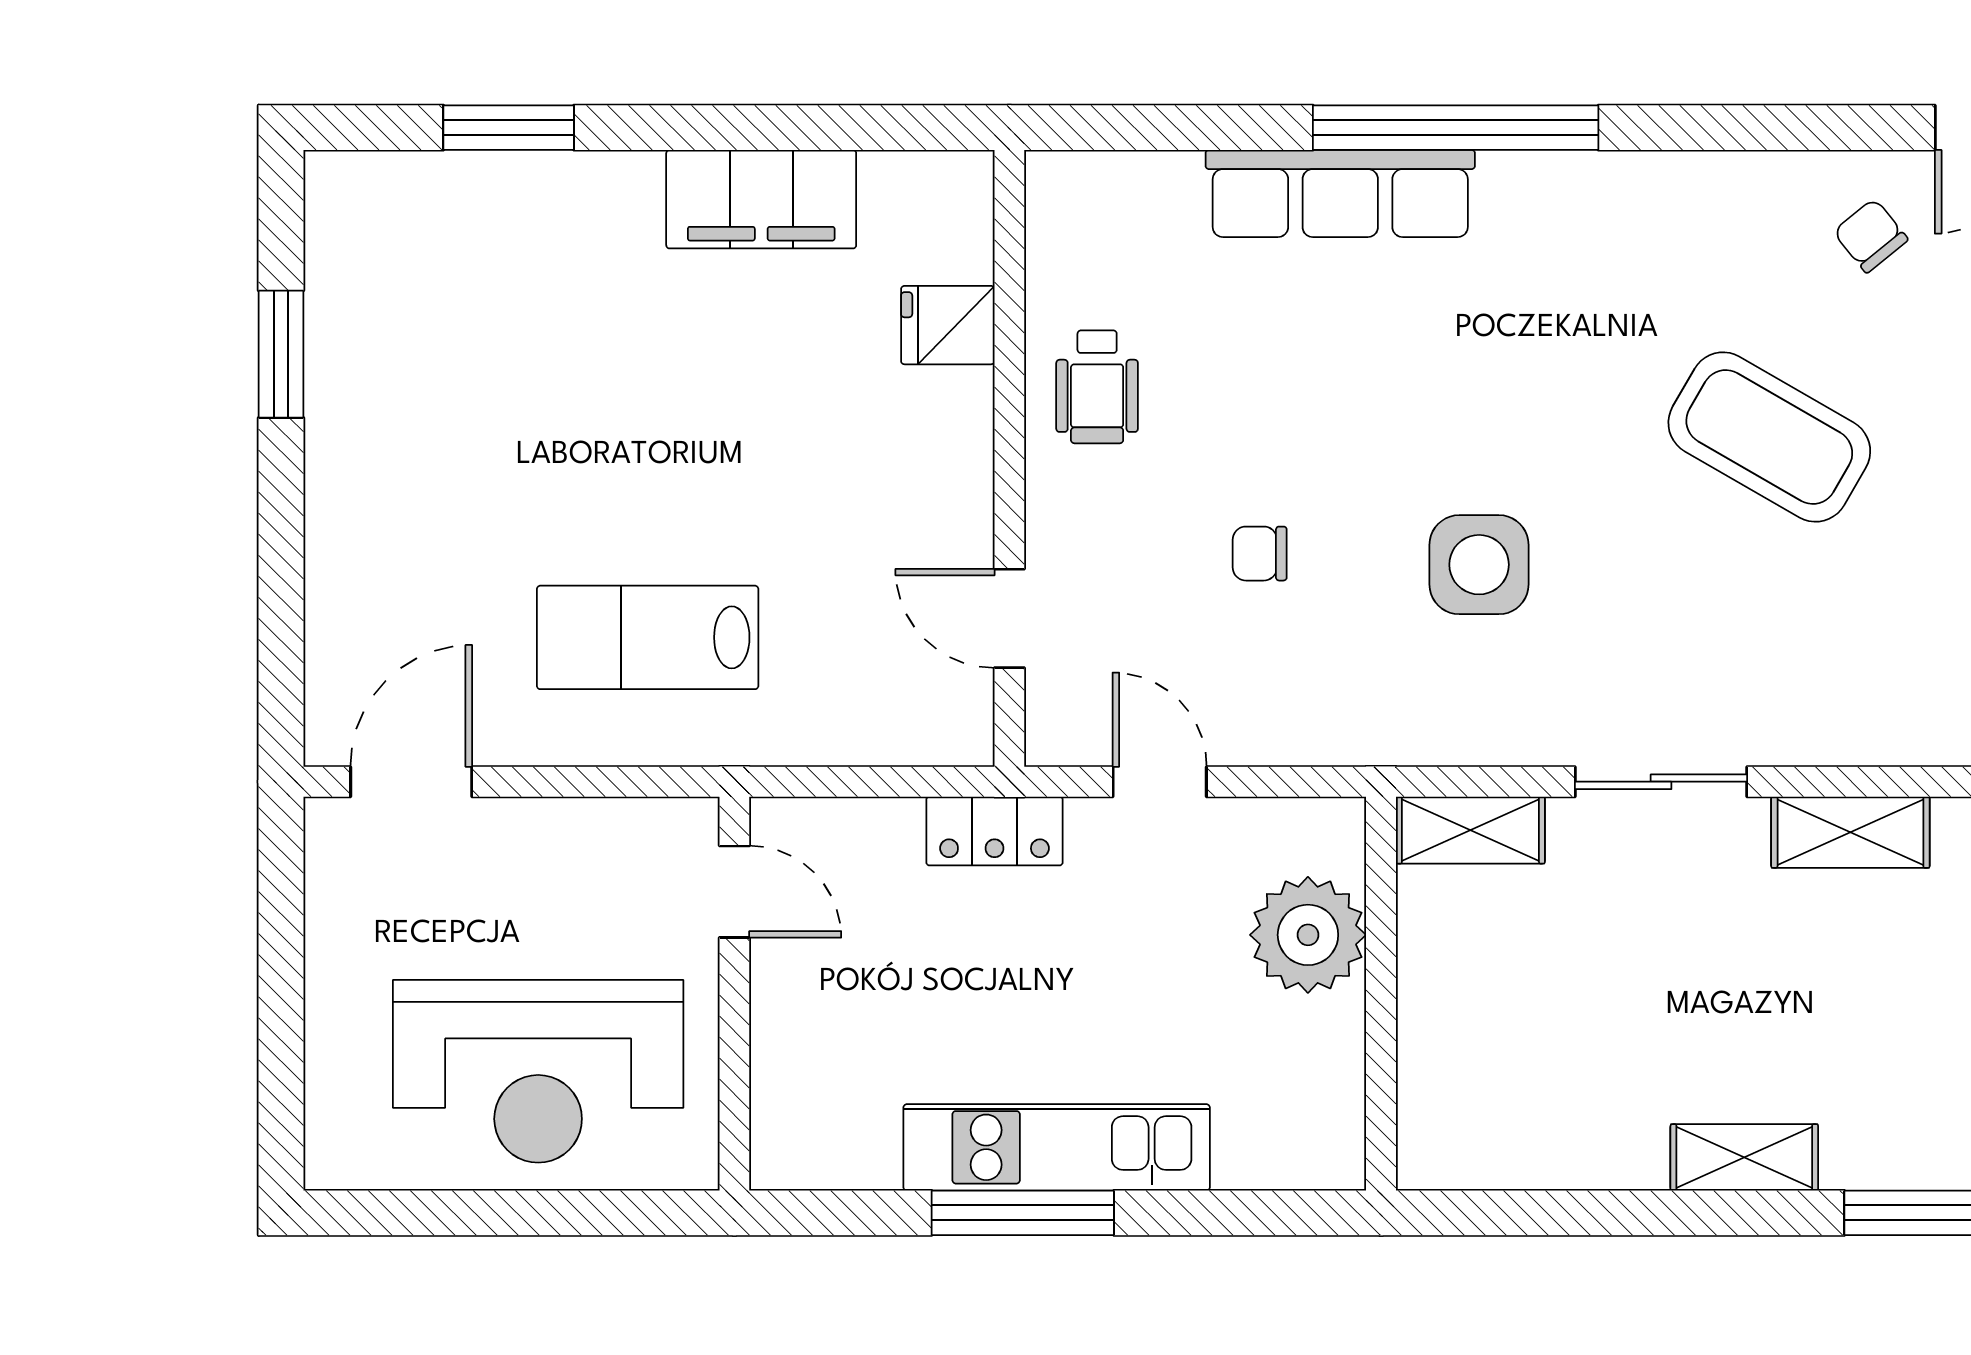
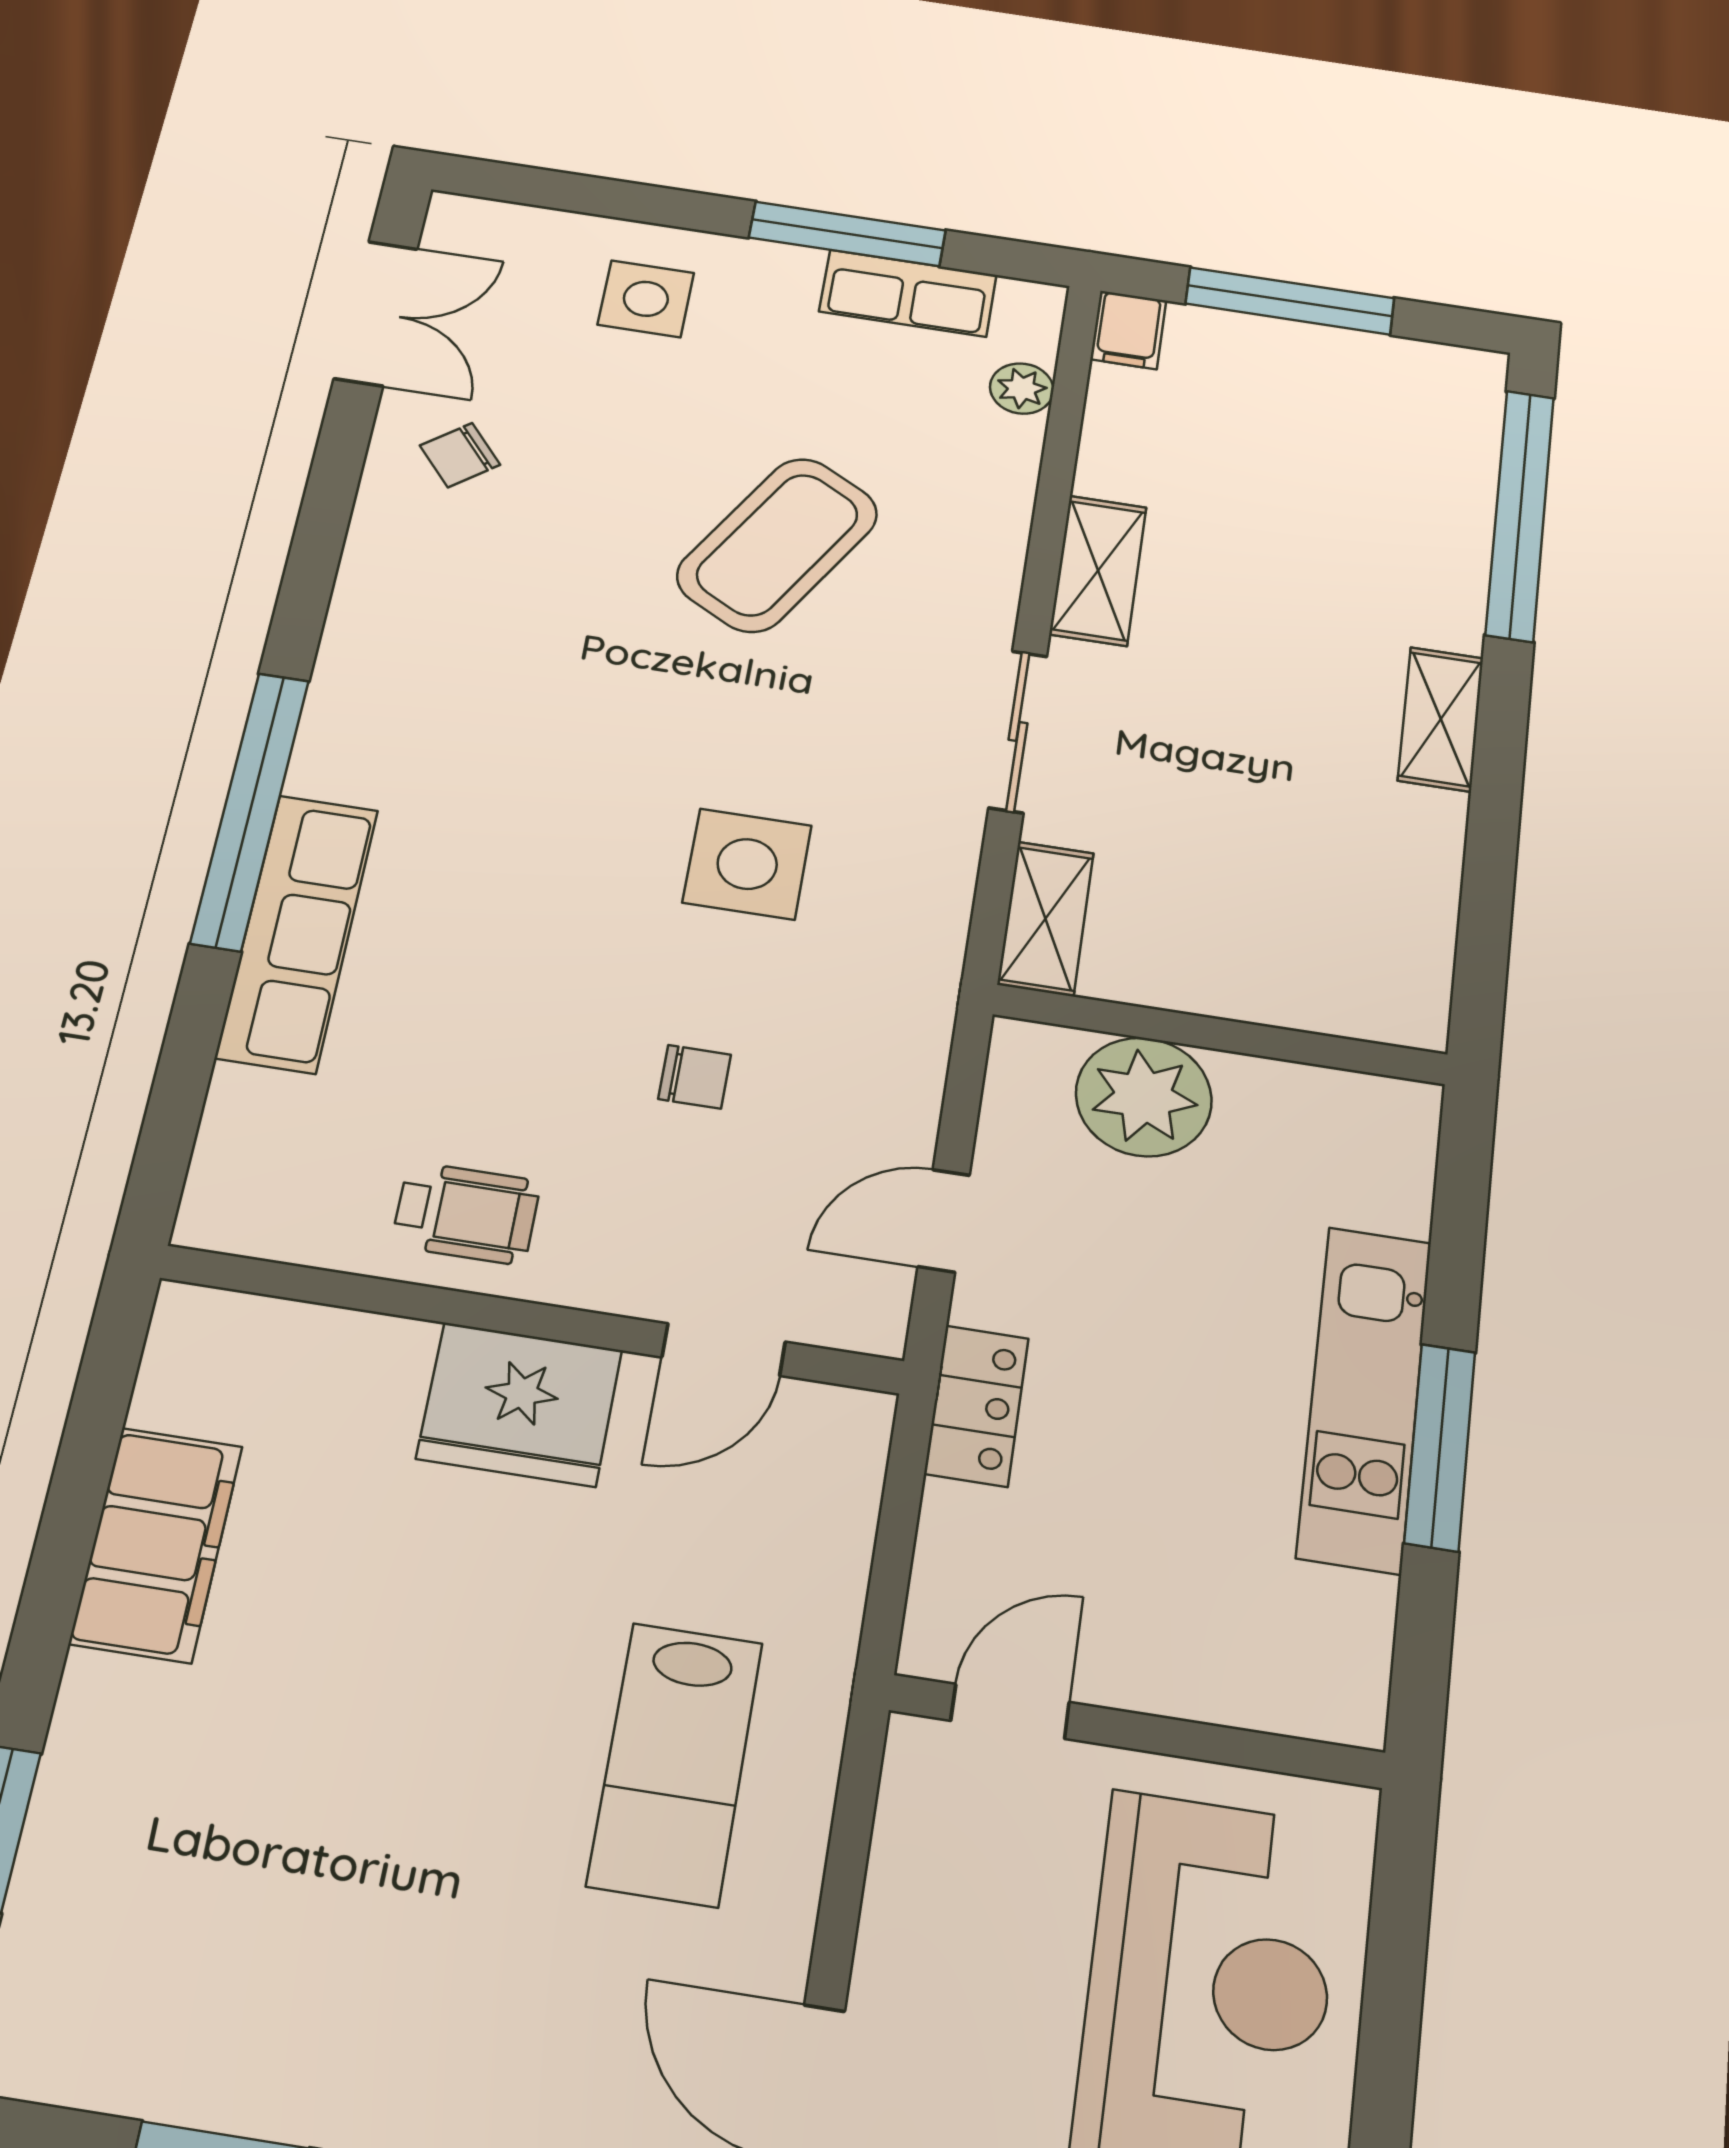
fridge: (948, 325) -> (520, 1404), moved, width x1.88, depth x1.34
coffee table: (1769, 437) -> (777, 545), moved
chair: (1260, 554) -> (695, 1077), turned -90

